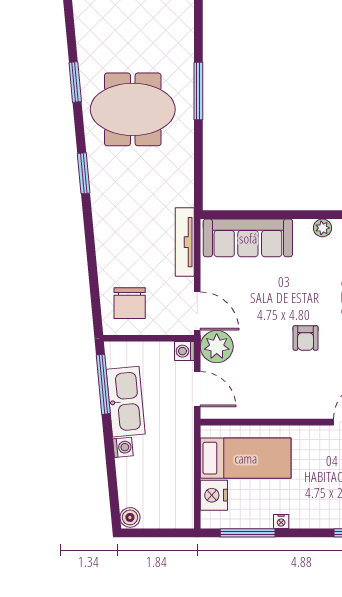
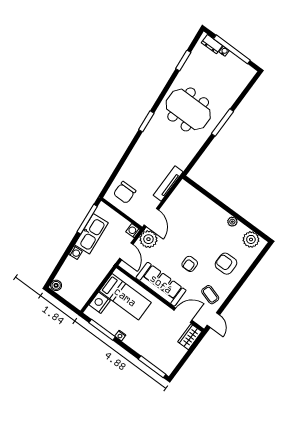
window: (75, 82) -> (183, 60), moved
sofa: (248, 238) -> (161, 284), moved, turned 180

